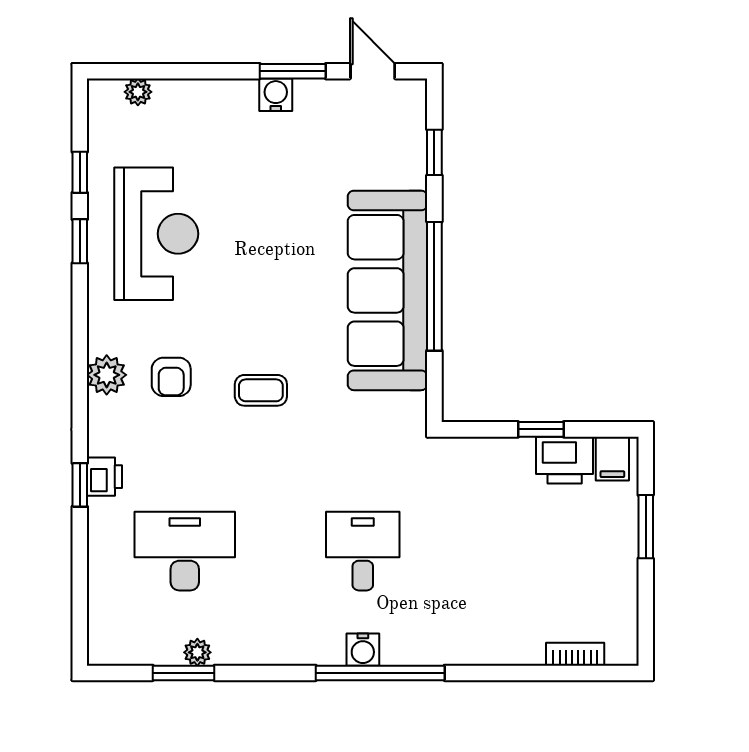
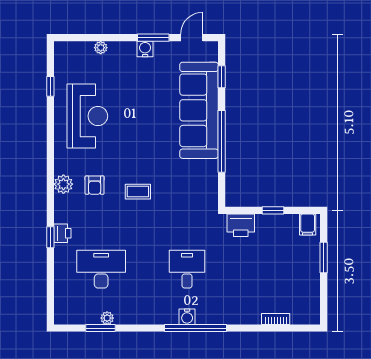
door: (373, 71) -> (192, 38), hinge flipped
plant: (138, 92) -> (101, 48), moved
window: (80, 241) -> (50, 120), removed
sofa: (388, 290) -> (199, 110), moved
printer: (565, 460) -> (241, 225), moved
bookcase: (575, 654) -> (276, 319), moved

